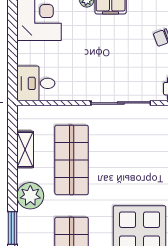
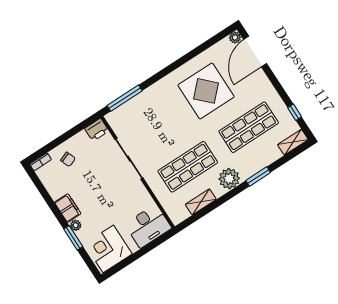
desk: (36, 83) -> (148, 226), width x1.37

